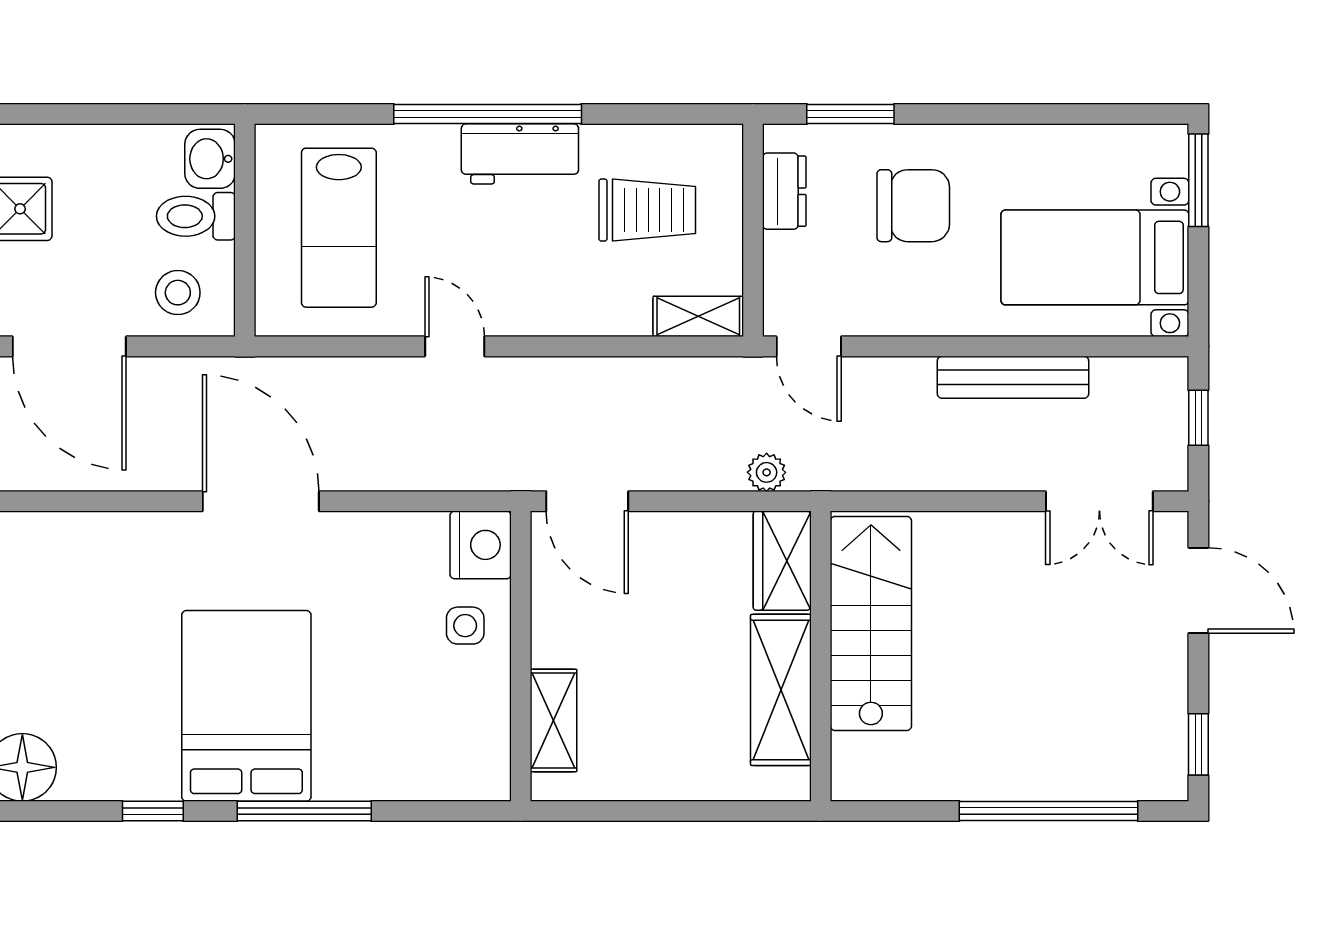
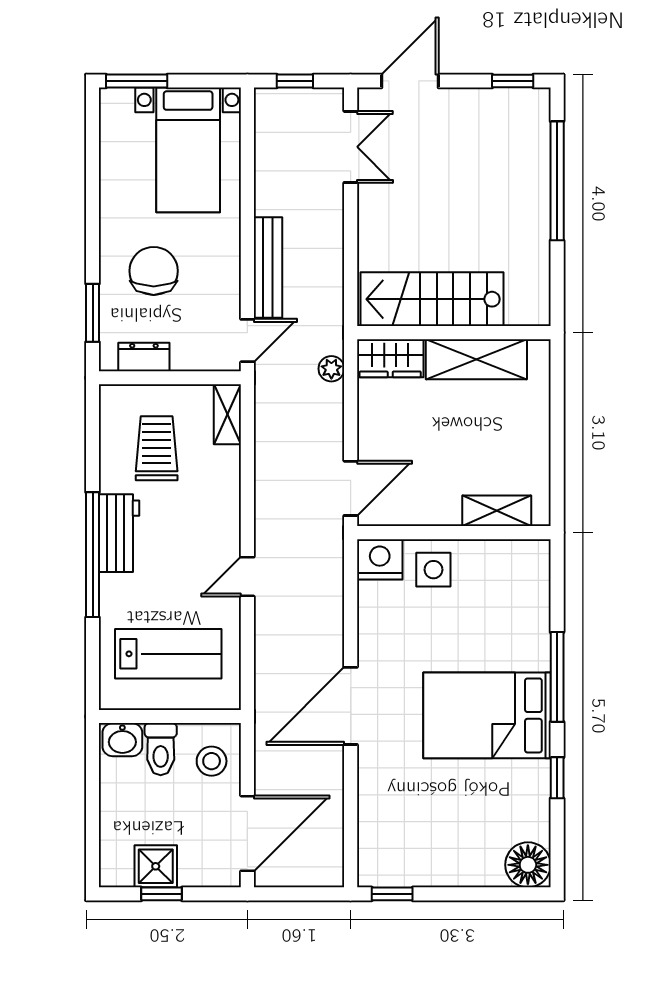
bench: (1013, 377) -> (268, 268), moved
side table: (465, 626) -> (433, 570), width x1.37, depth x1.37

